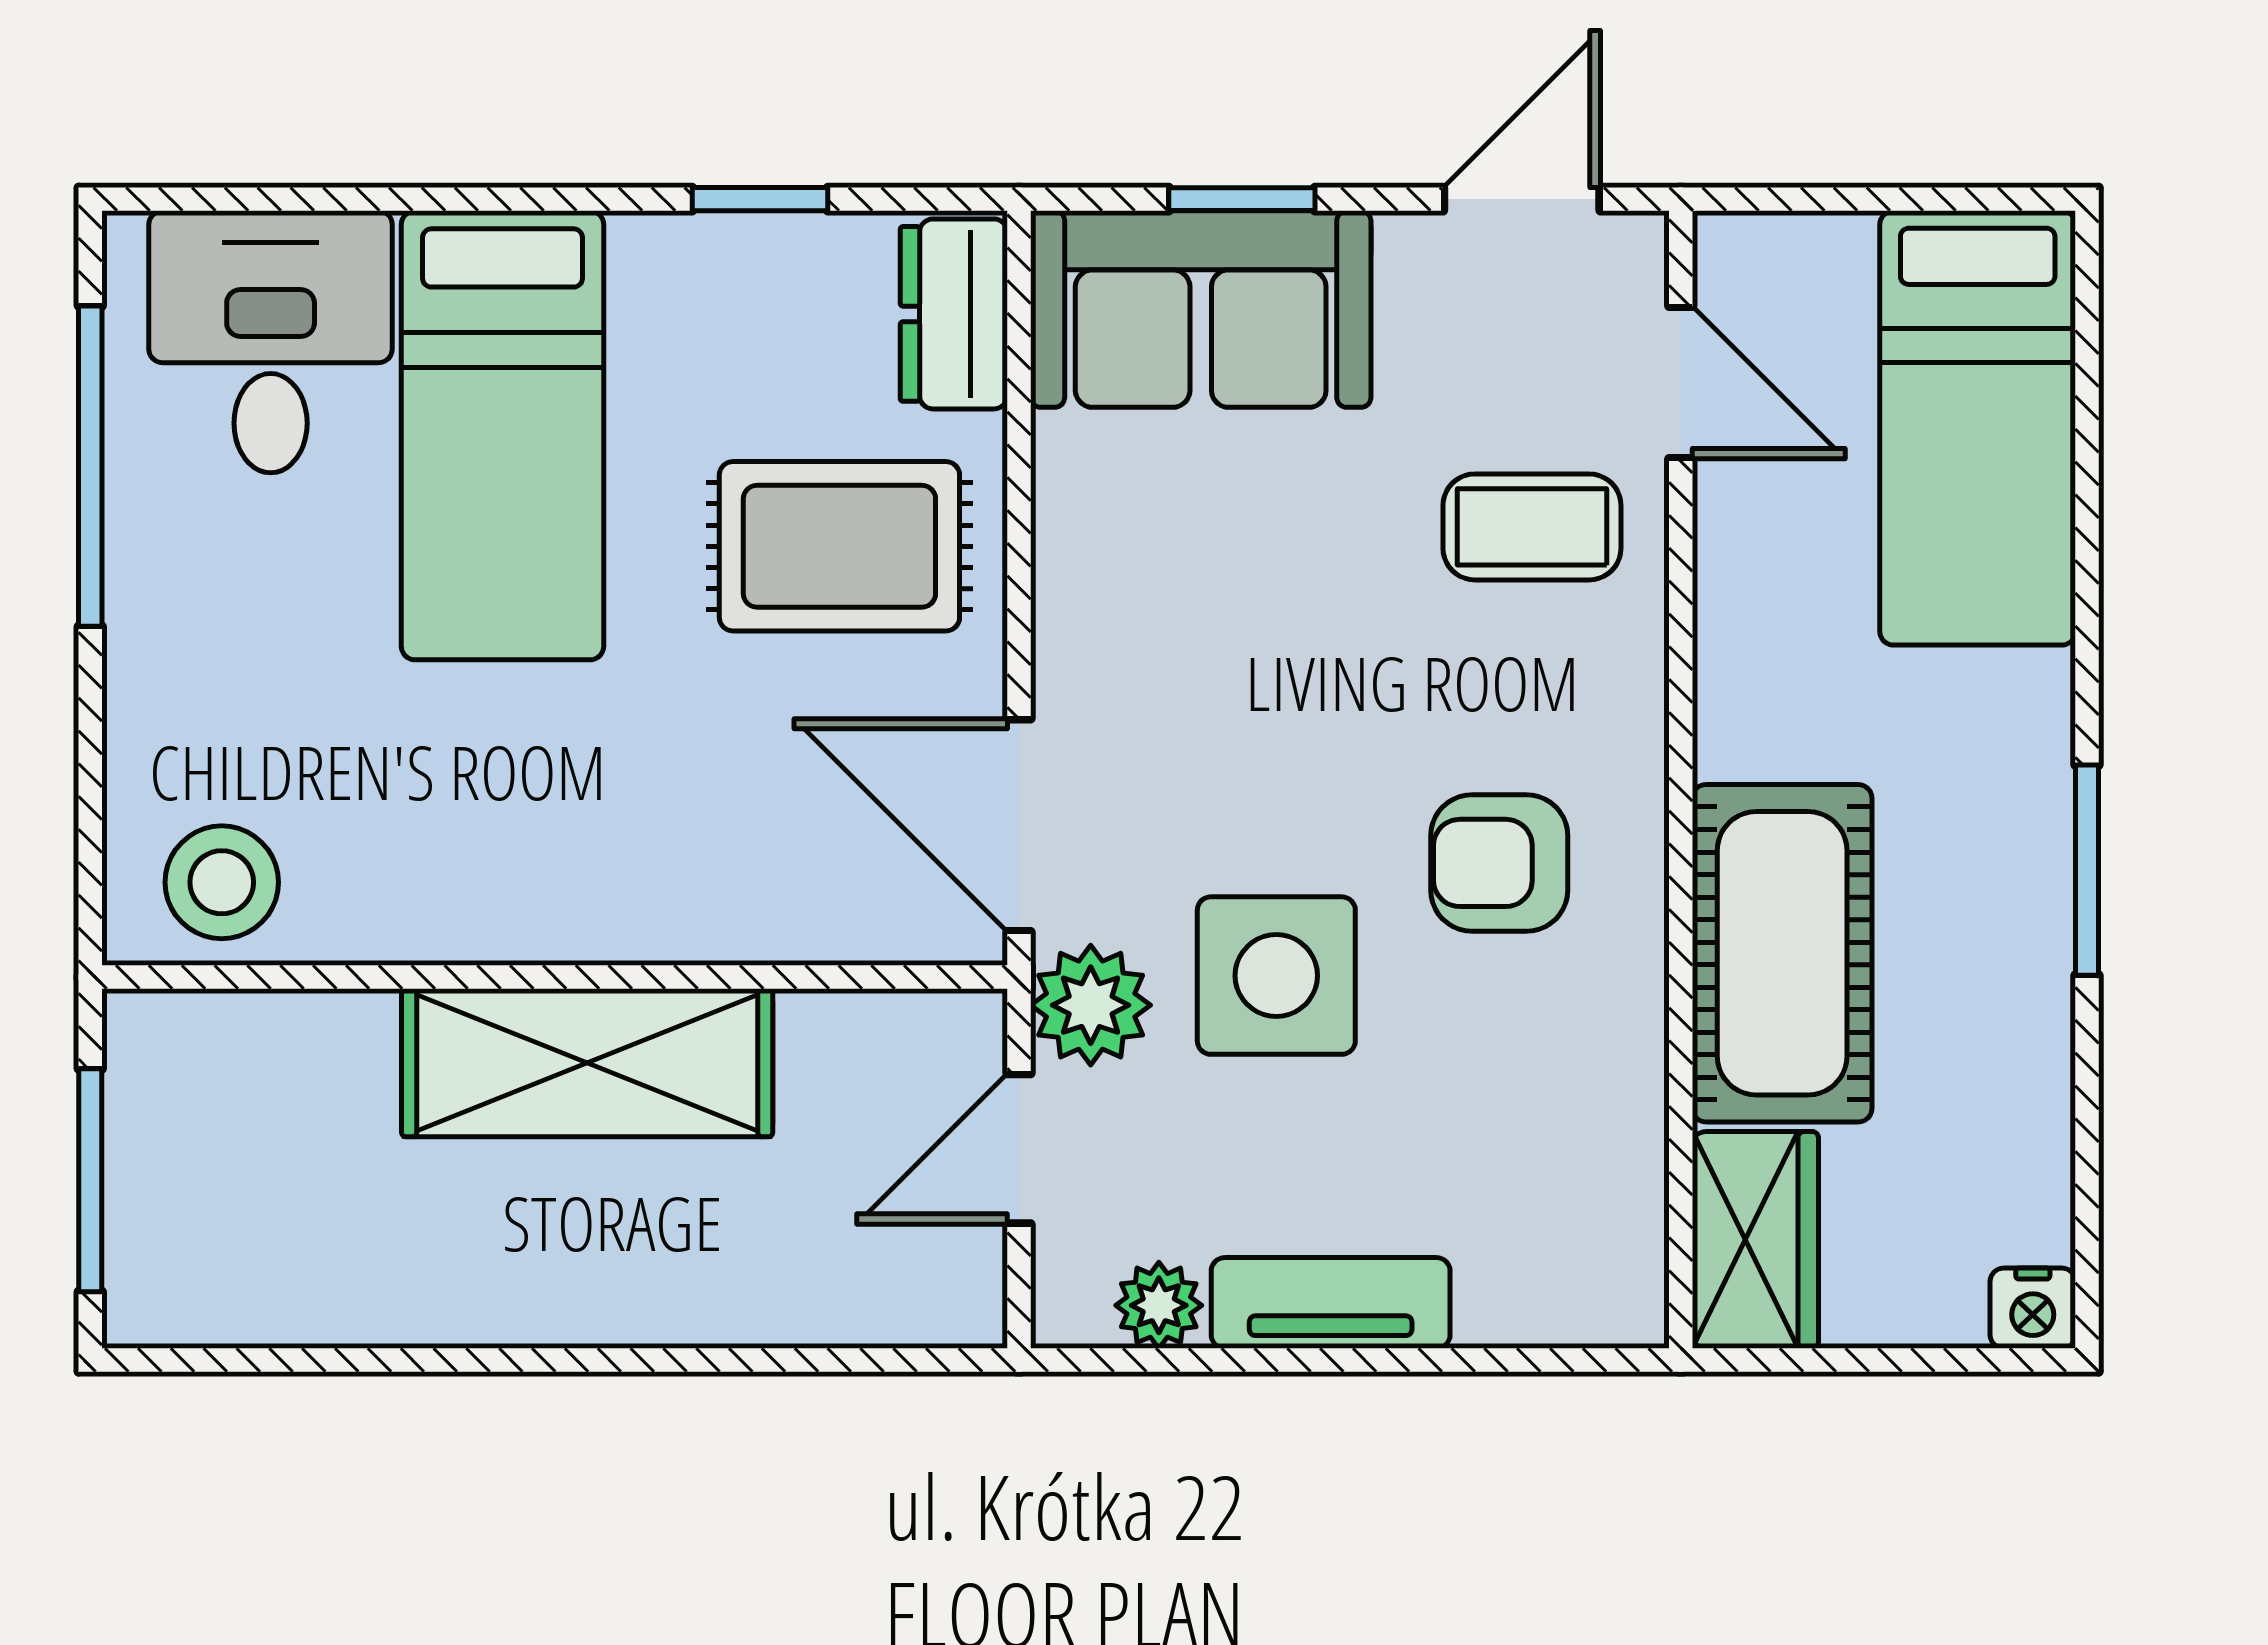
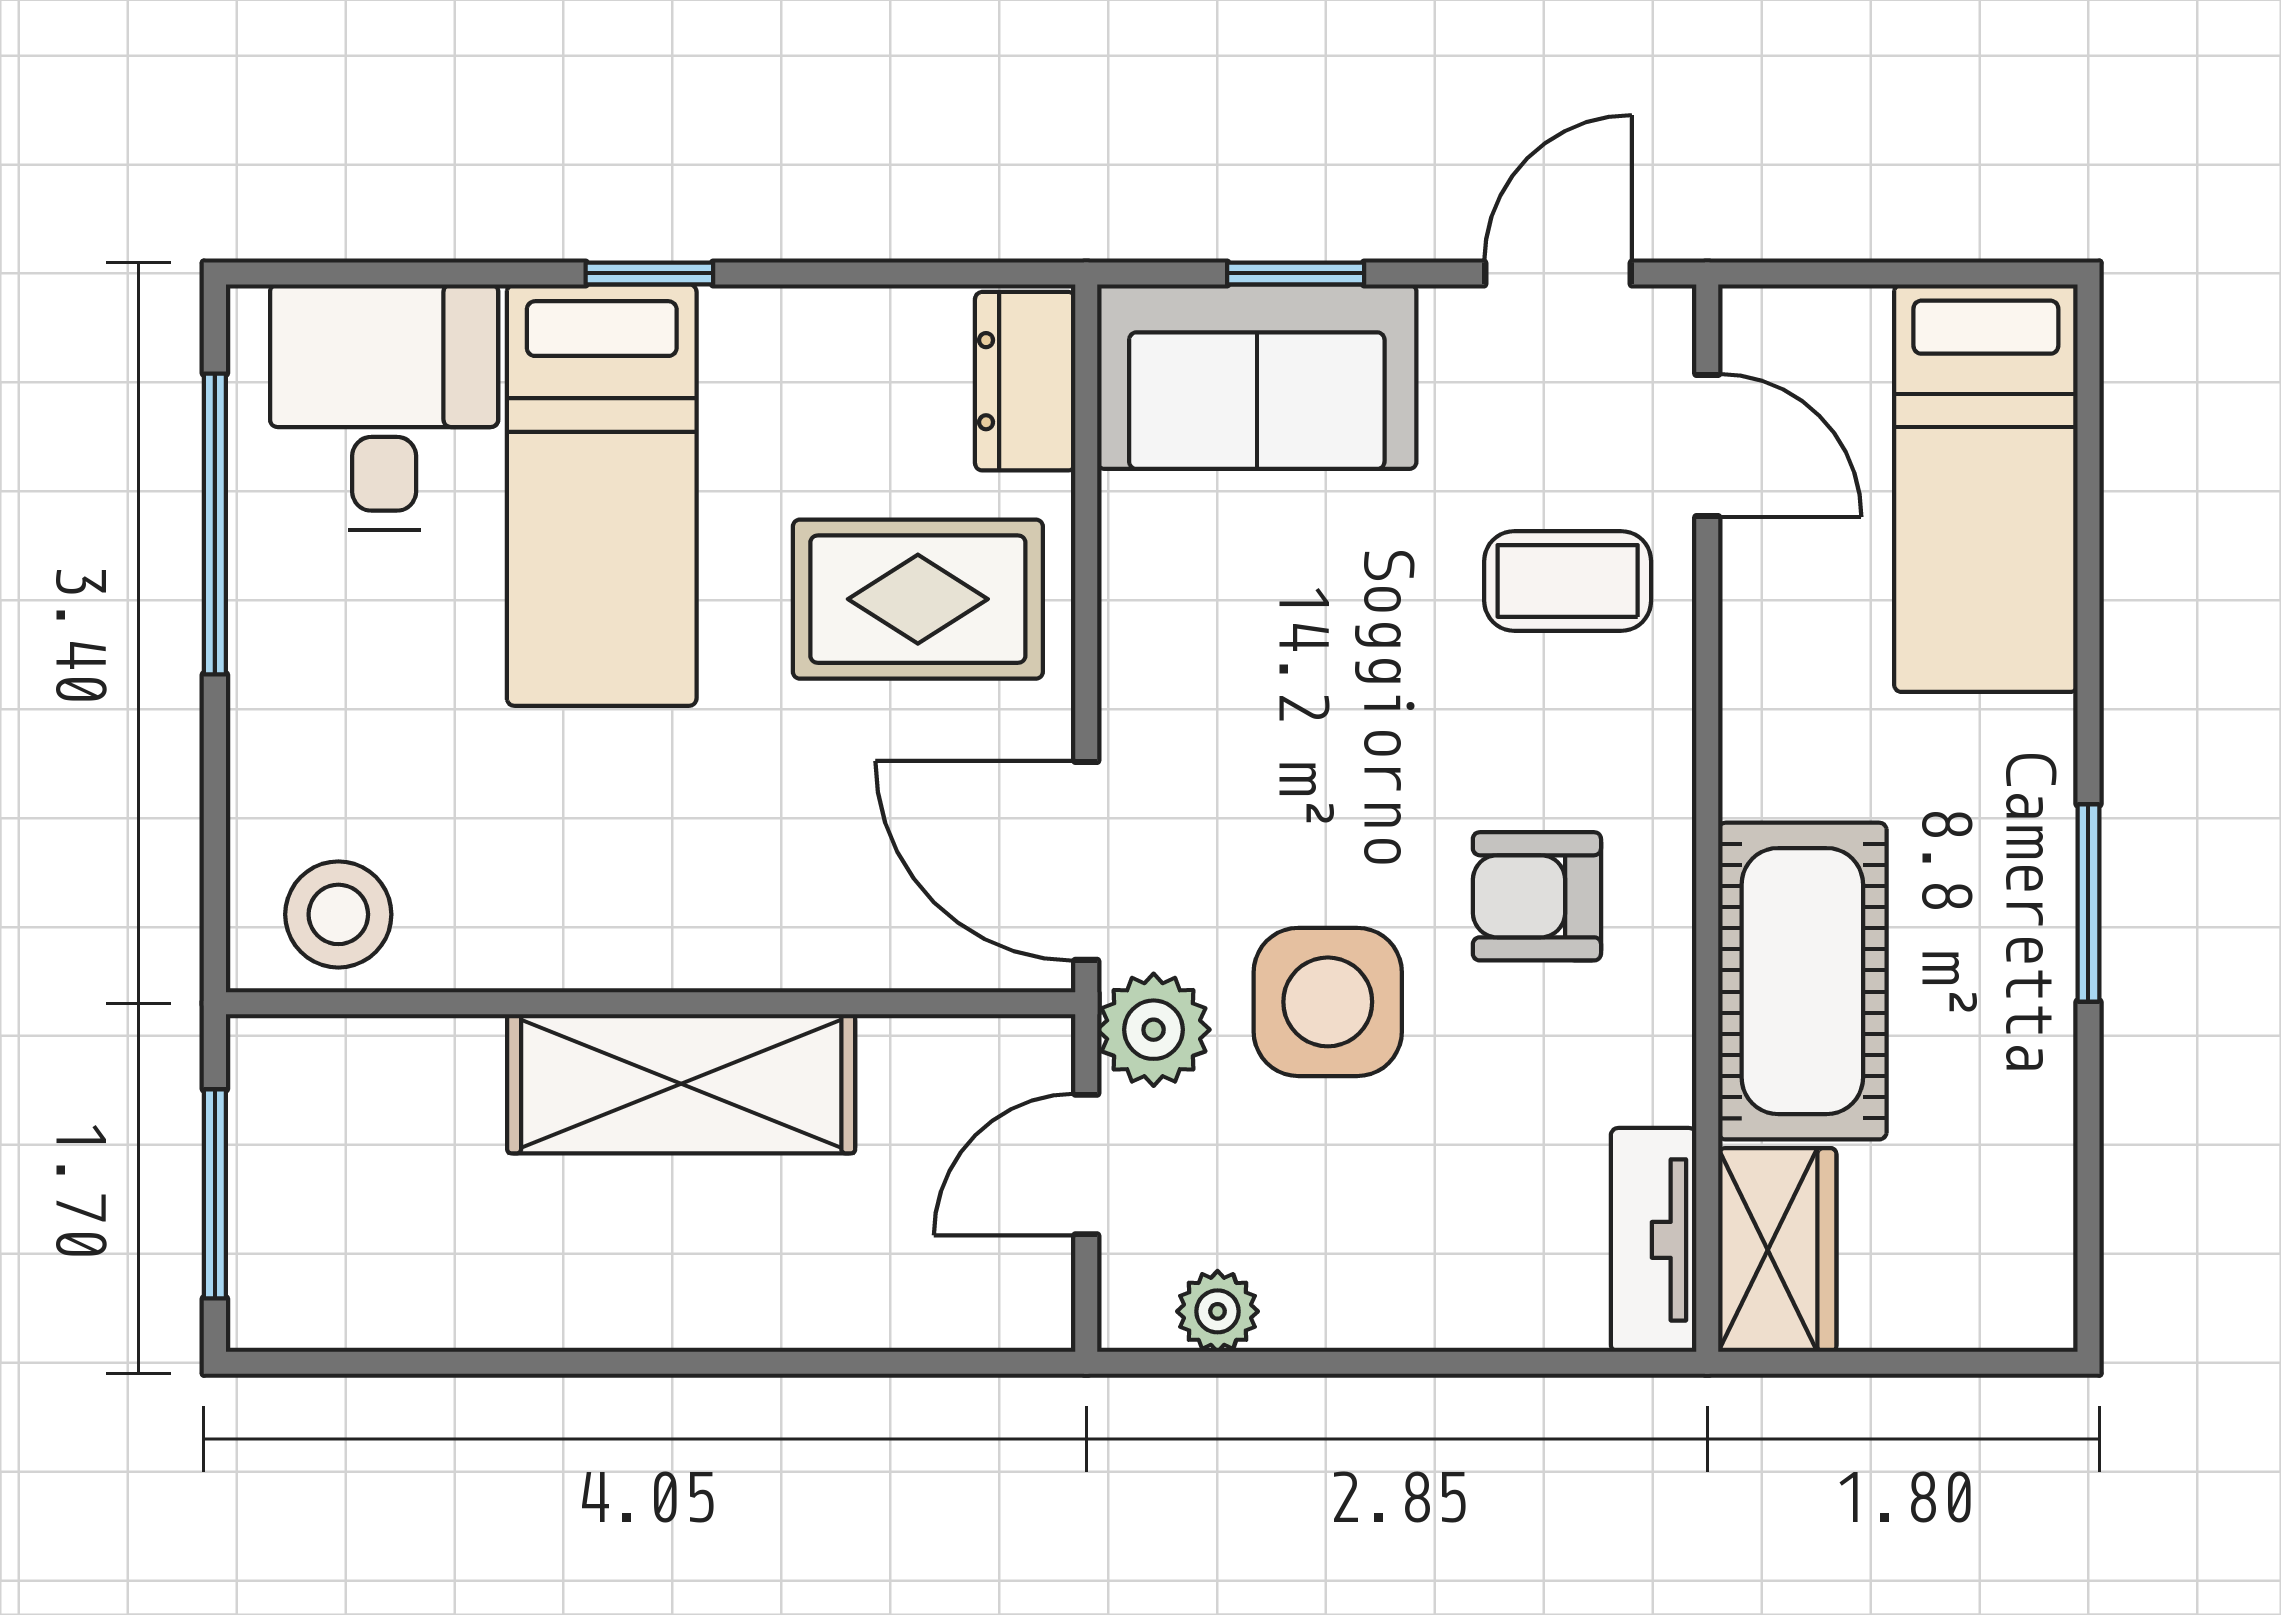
window: (760, 199) -> (649, 273), moved
tv unit: (1331, 1303) -> (1654, 1240), moved, turned -90
nightstand: (2033, 1308) -> (2038, 1314), removed

